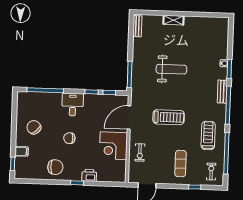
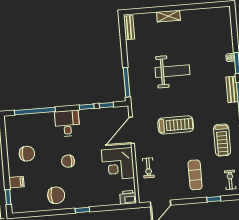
chair: (34, 127) -> (27, 154), turned 133
treadmill: (208, 135) -> (222, 140), turned 180
printer: (89, 175) -> (128, 197), moved

